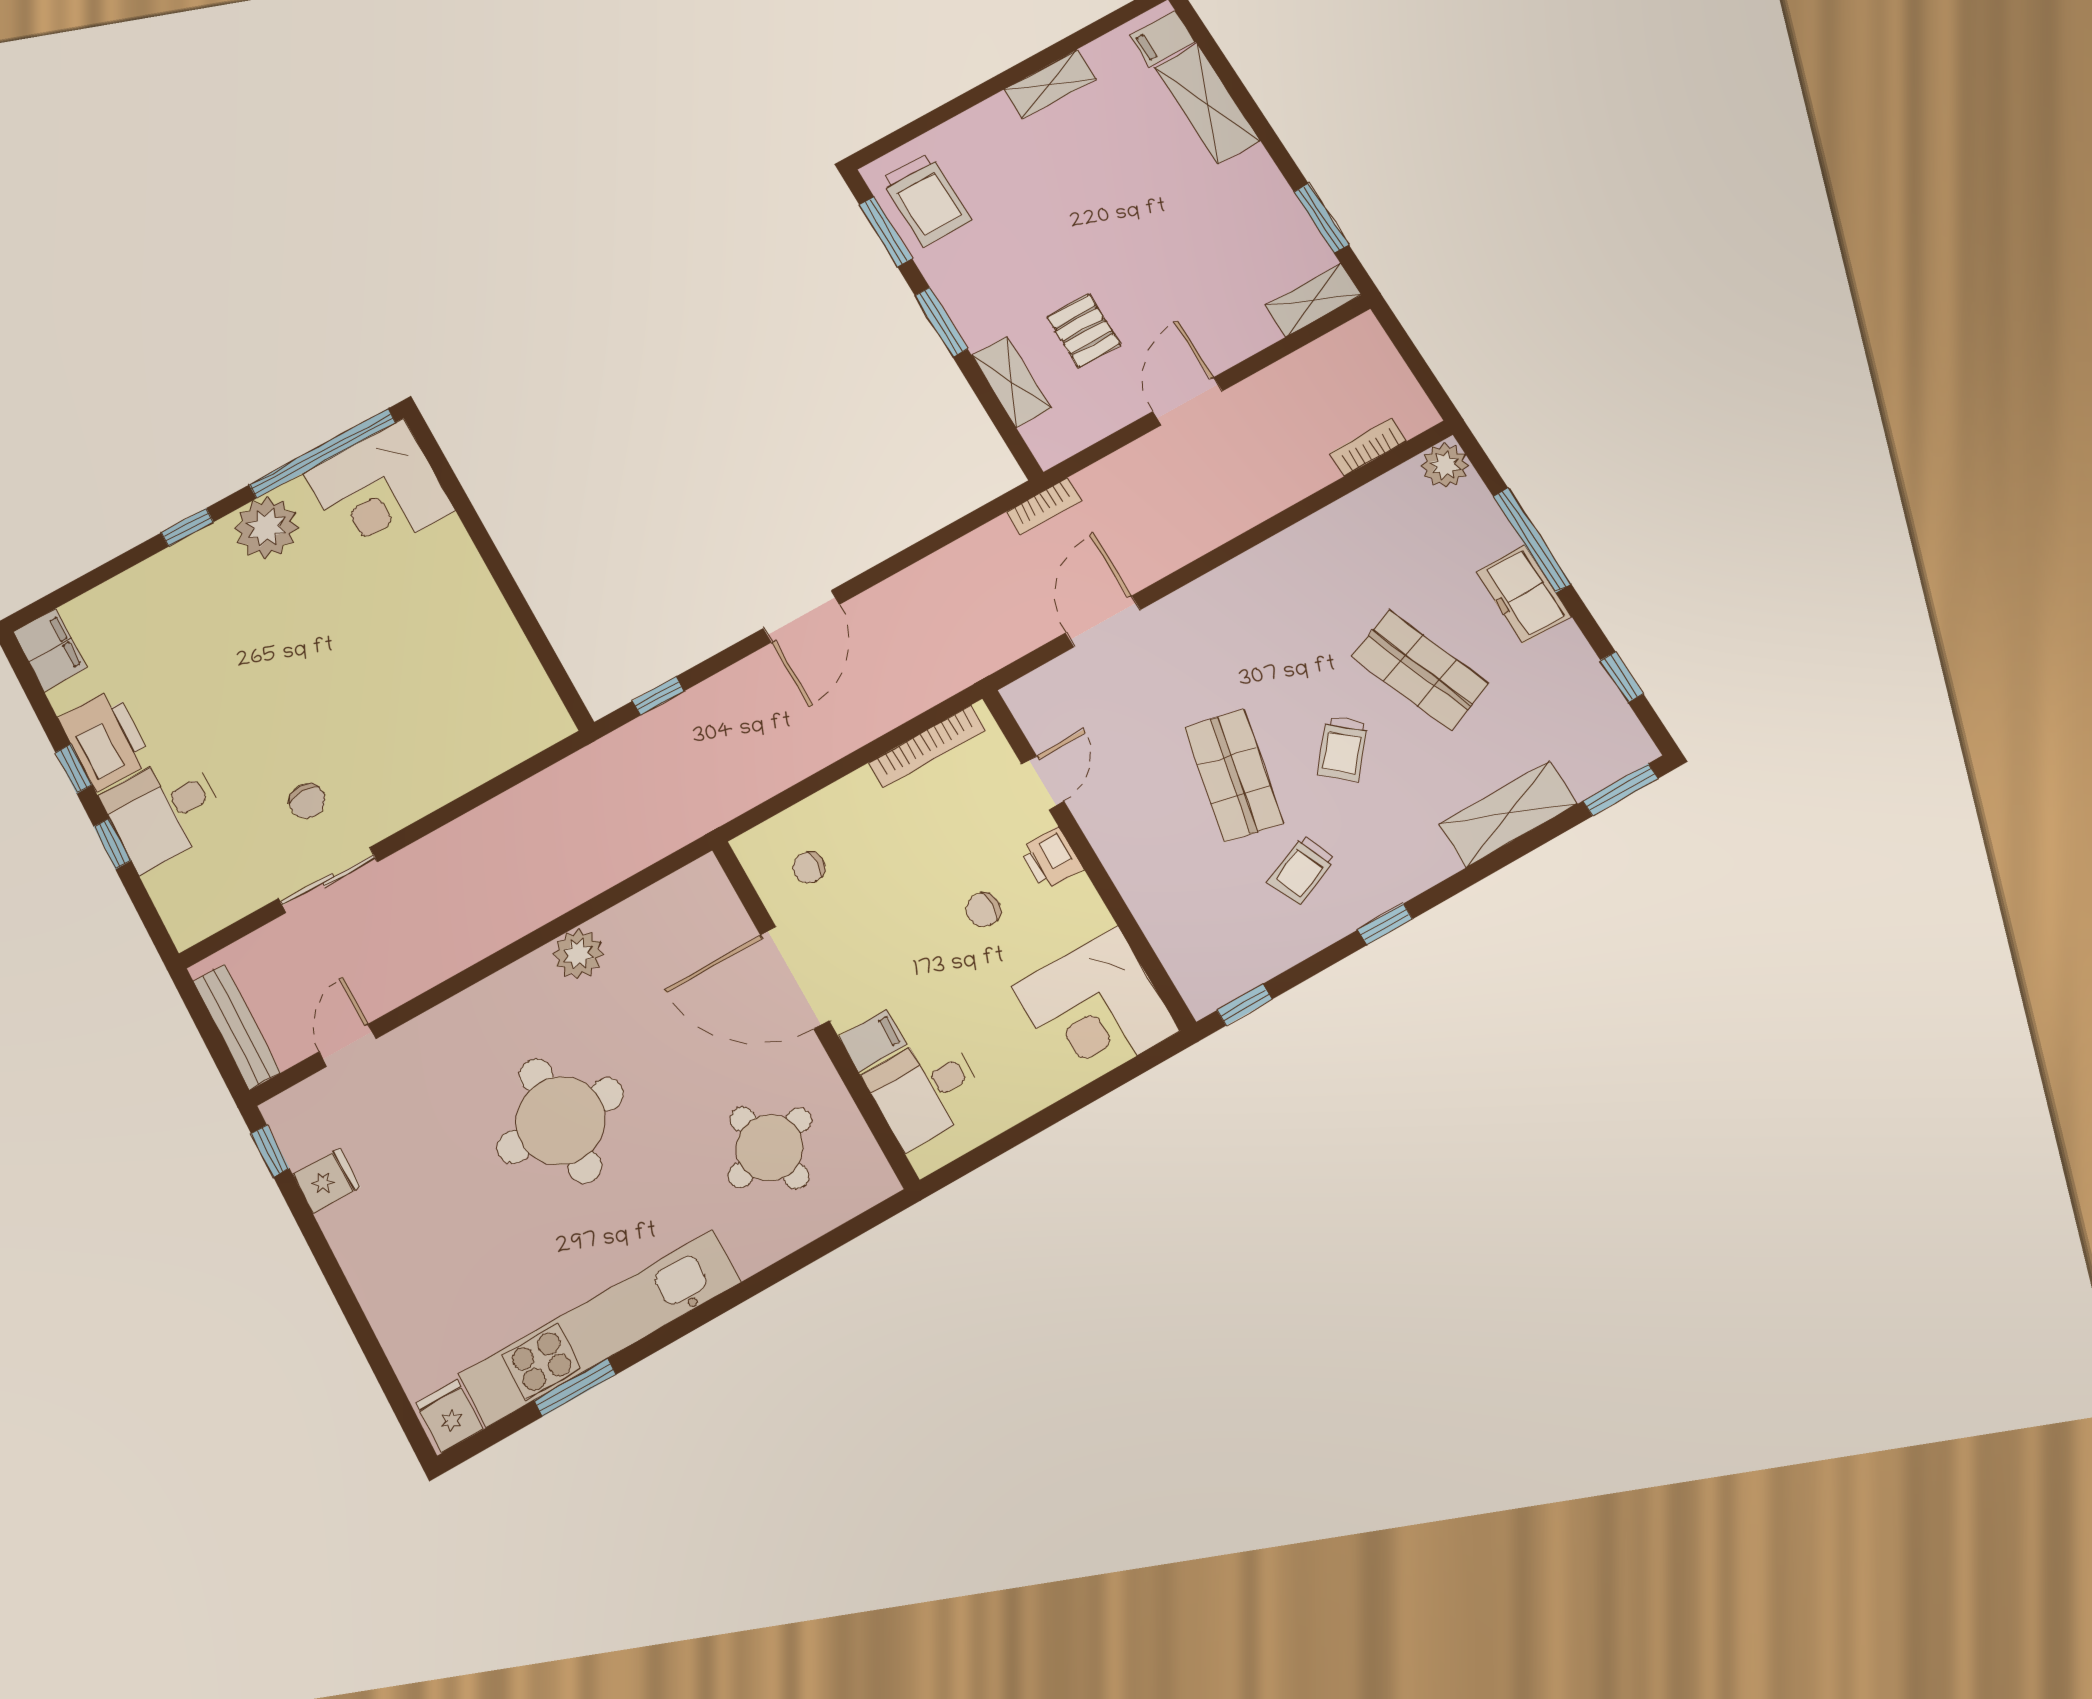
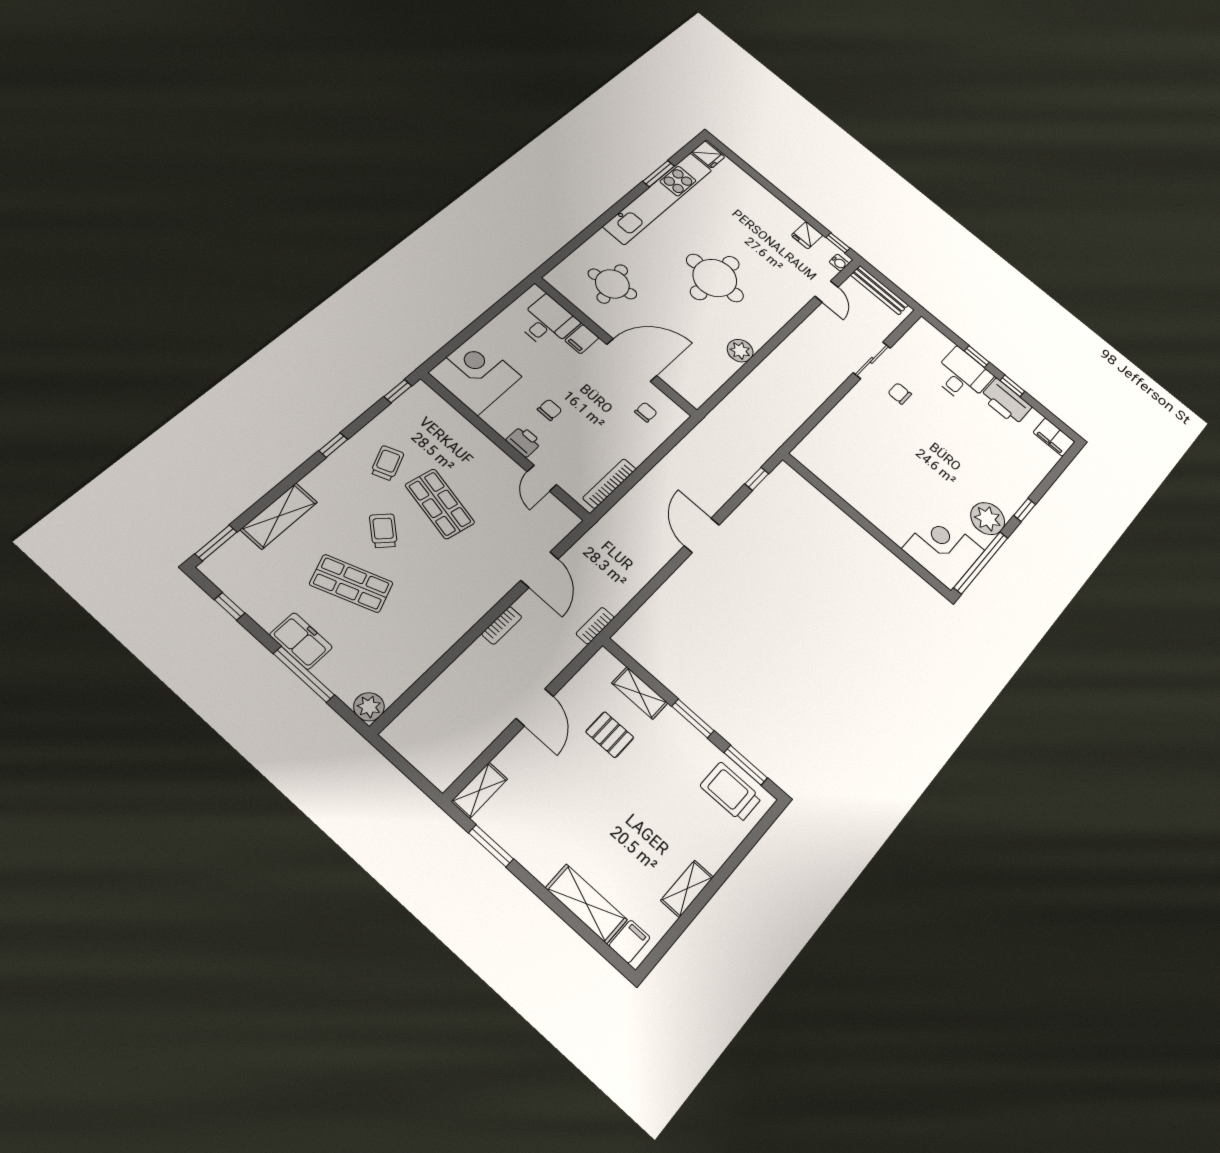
bookcase: (1368, 447) -> (502, 625), moved
water cooler: (290, 1105) -> (839, 263), added

